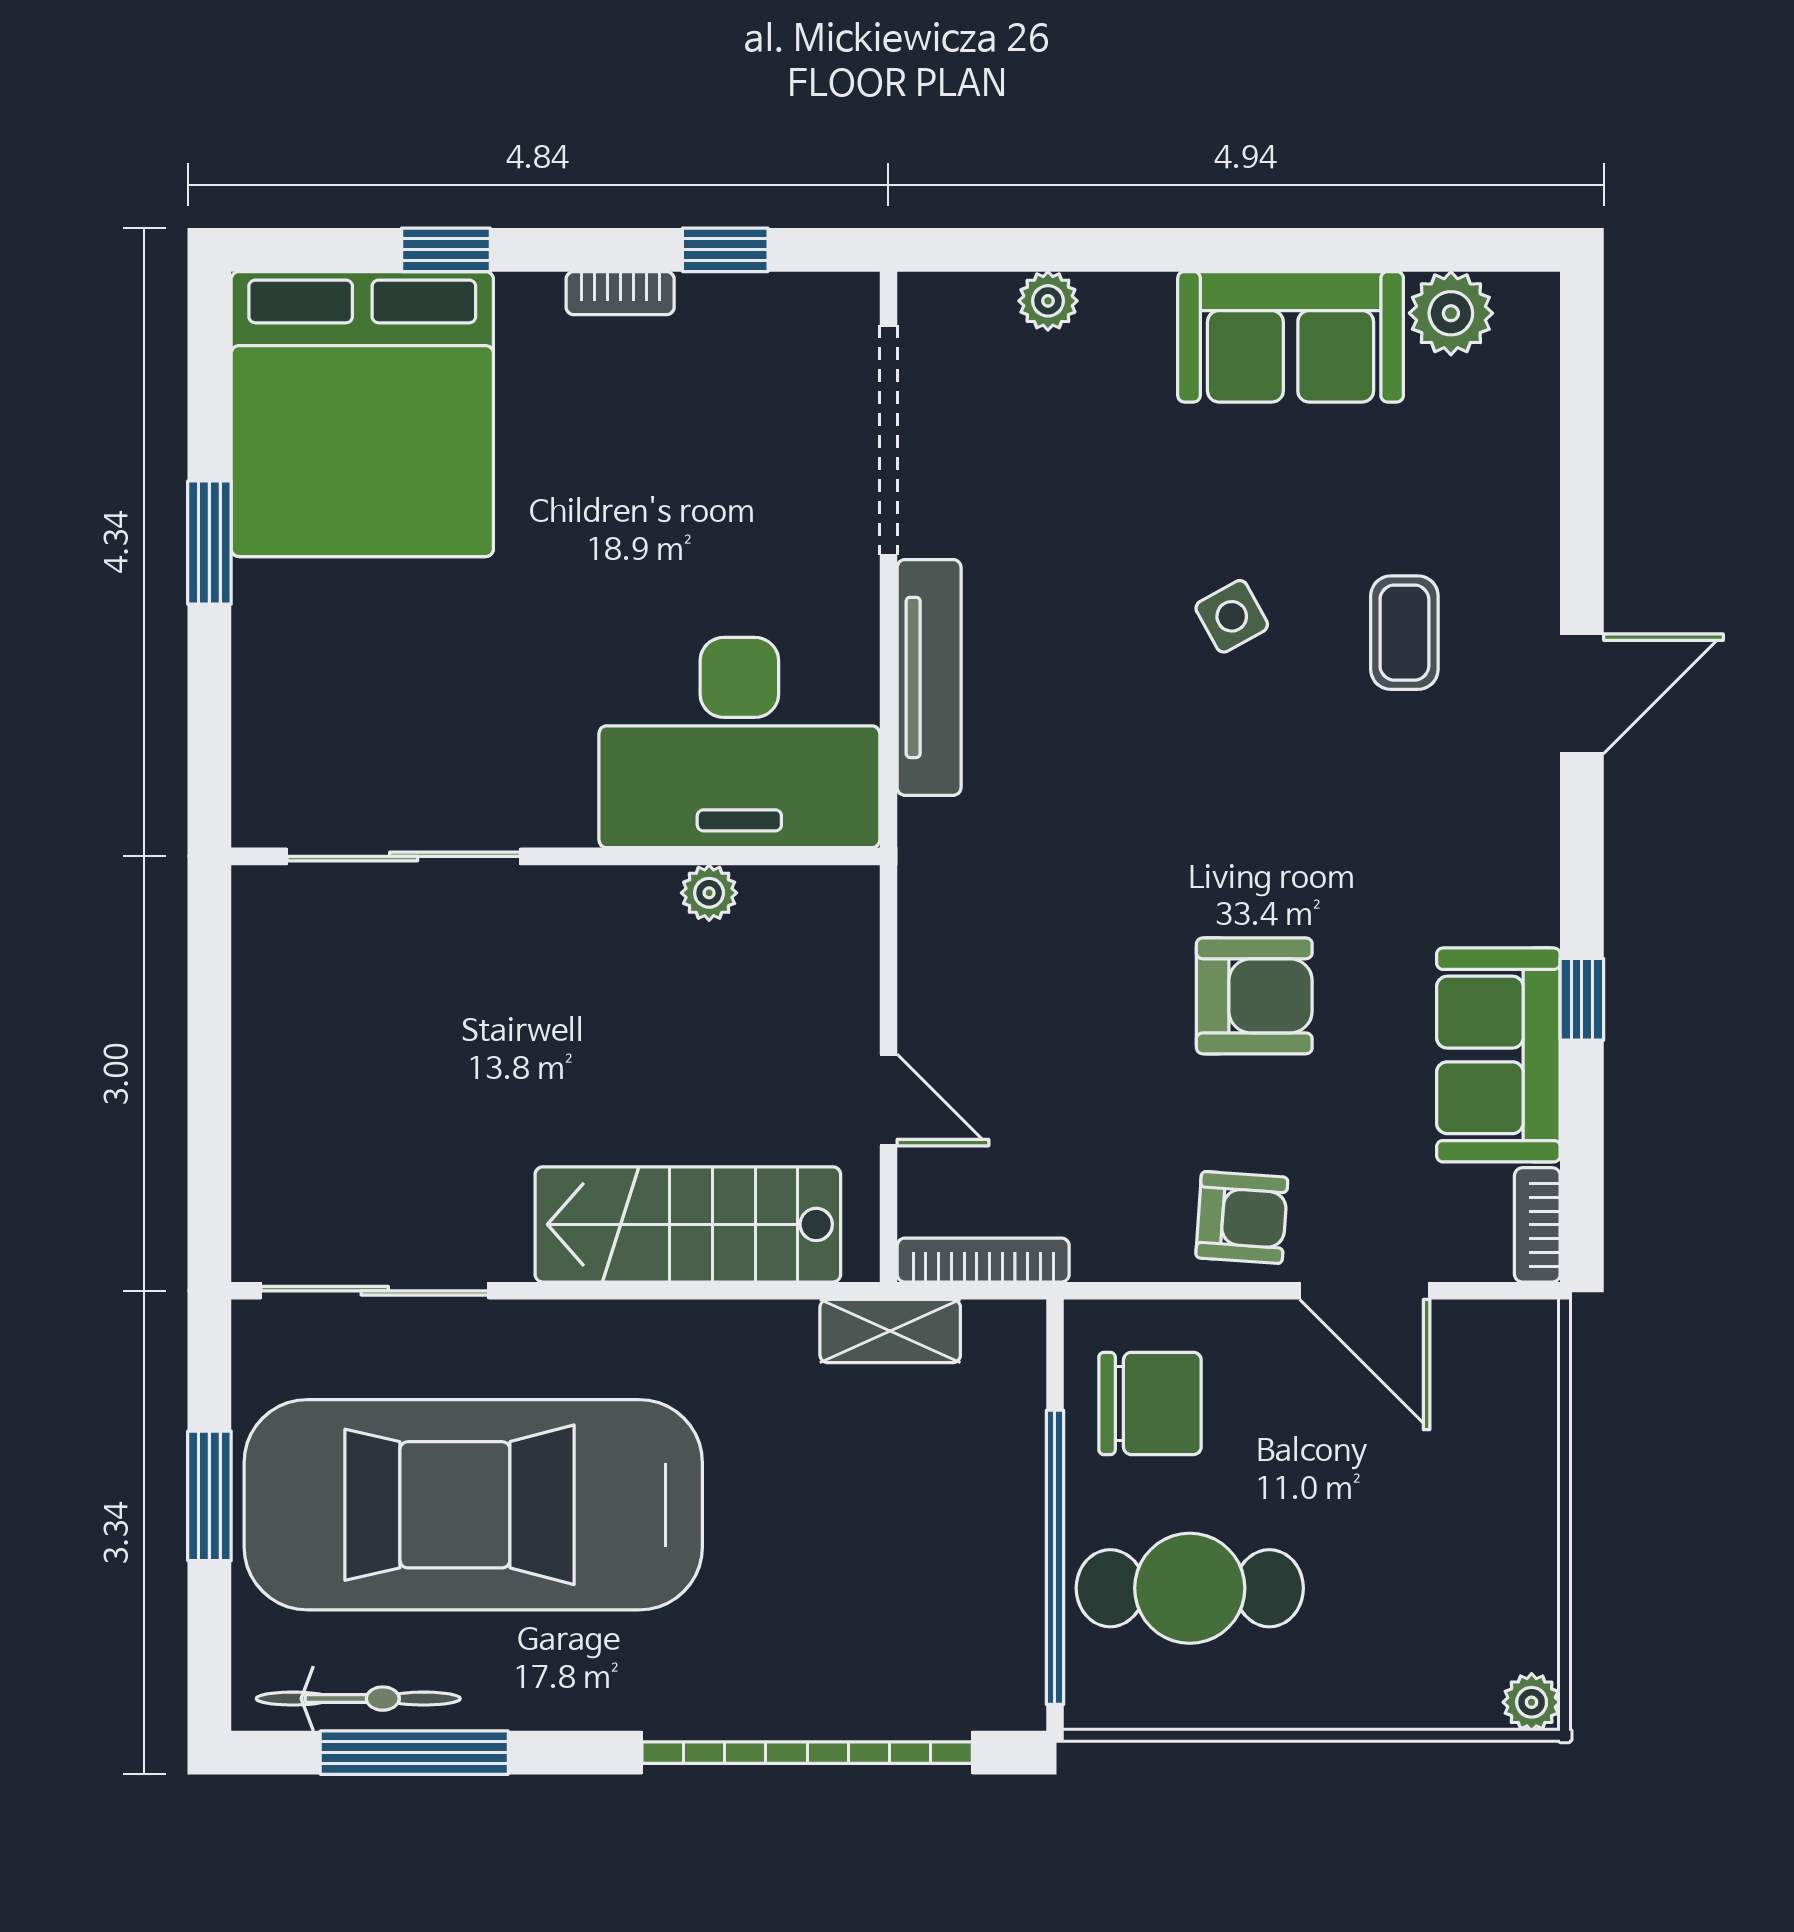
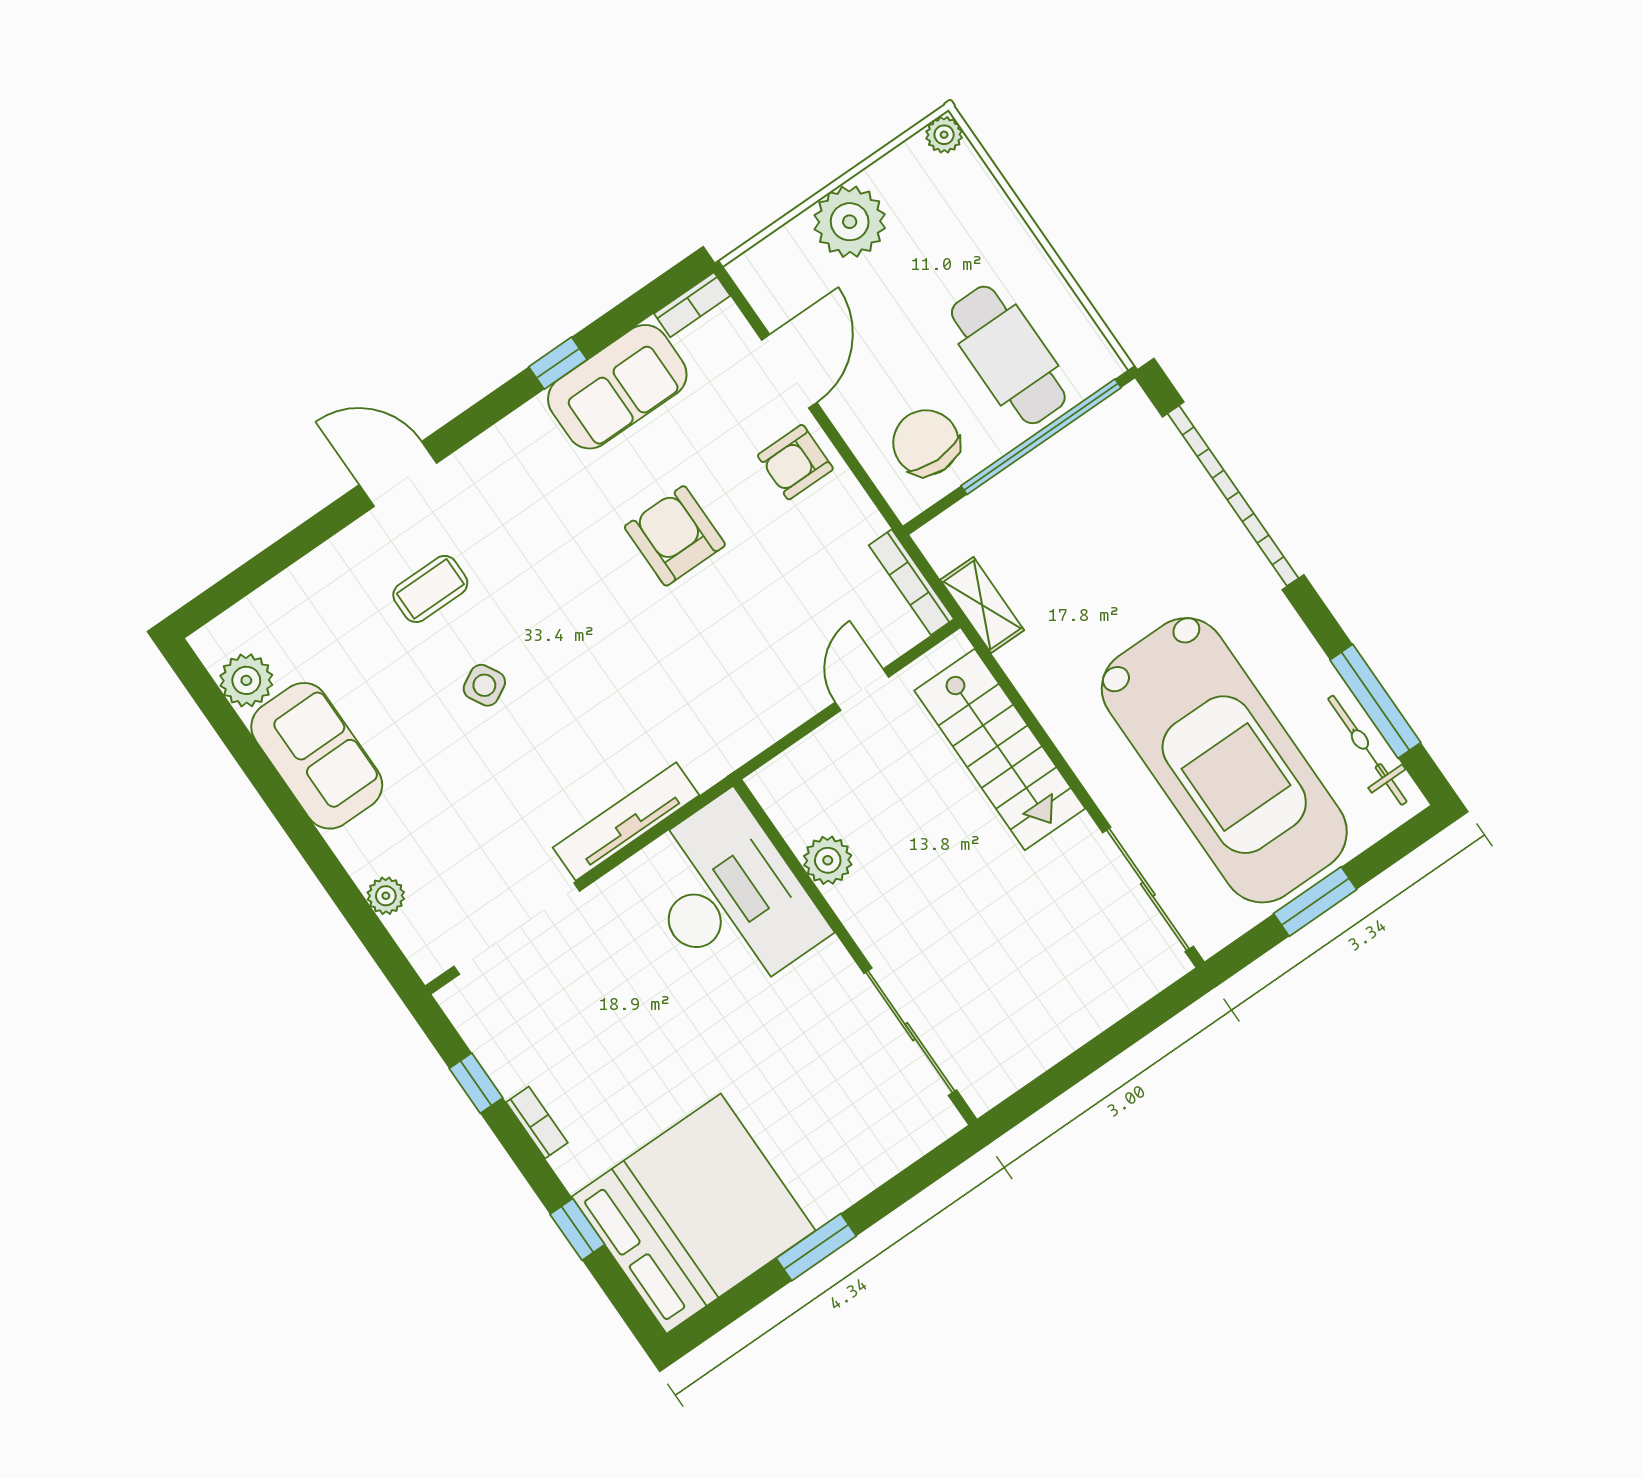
plant: (709, 893) -> (828, 860), width x1.38, depth x1.38
armchair: (1242, 1218) -> (795, 462), turned -94
plant: (1504, 1503) -> (850, 222), added

